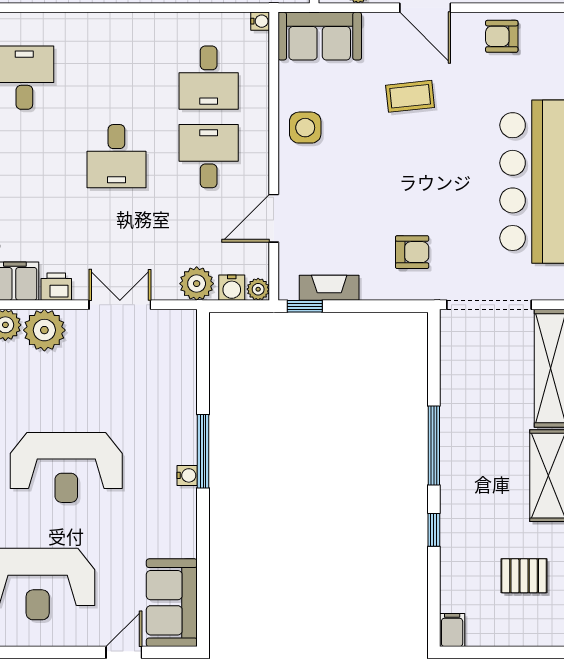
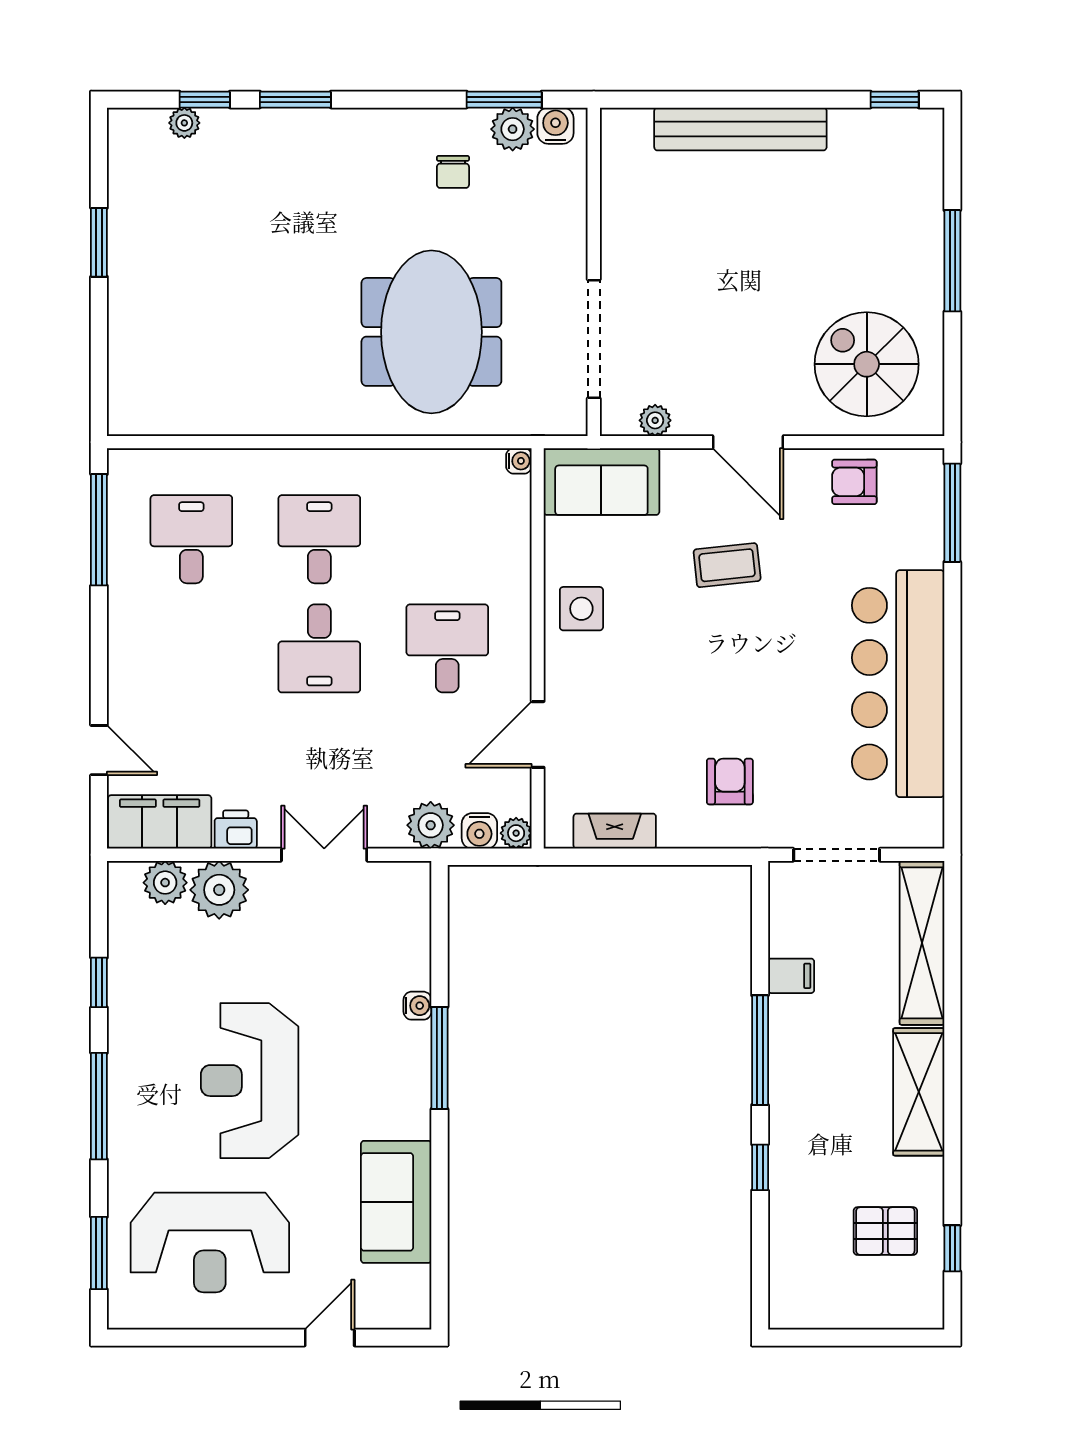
desk: (209, 78) -> (319, 539), moved, turned 180
armchair: (412, 252) -> (730, 782), turned -90
doorway: (489, 305) -> (837, 855), width x0.73
window: (305, 306) -> (581, 857), removed
reception desk: (66, 467) -> (250, 1081), turned 90
water cooler: (187, 475) -> (417, 1006), moved
sofa: (172, 603) -> (396, 1202), moved
filing cabinet: (452, 630) -> (791, 976), moved, turned 90

